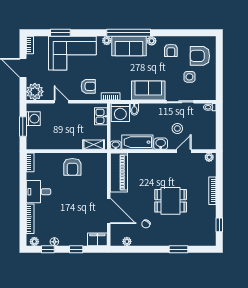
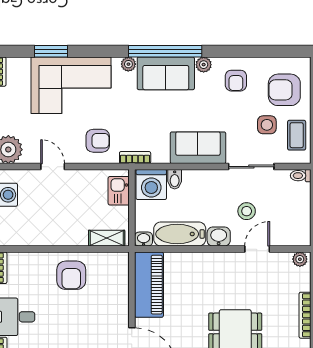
coffee table: (207, 83) -> (297, 135), added

